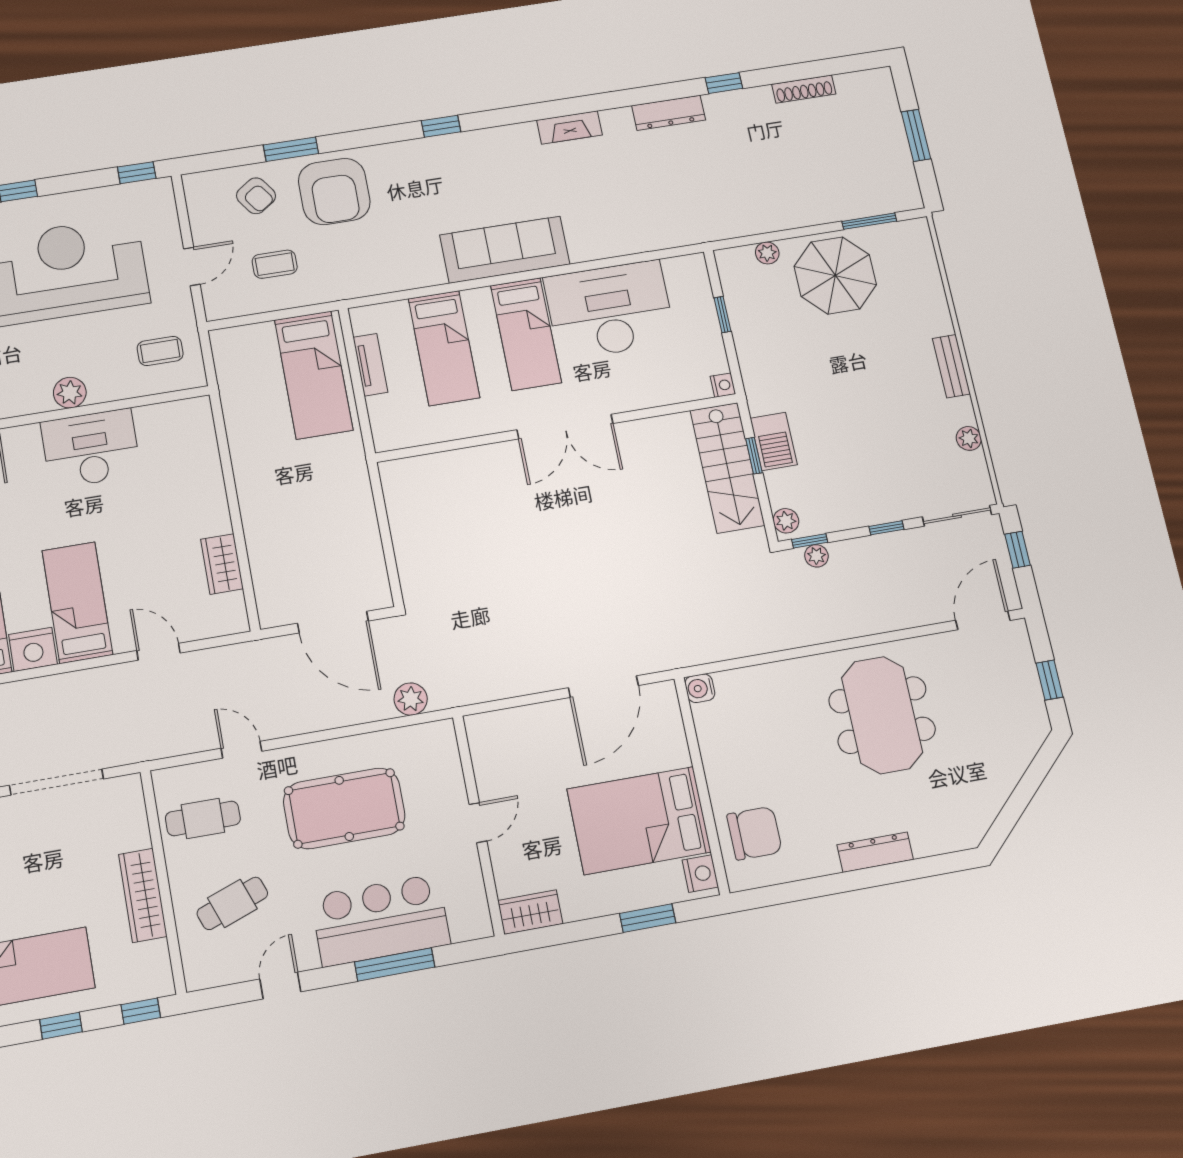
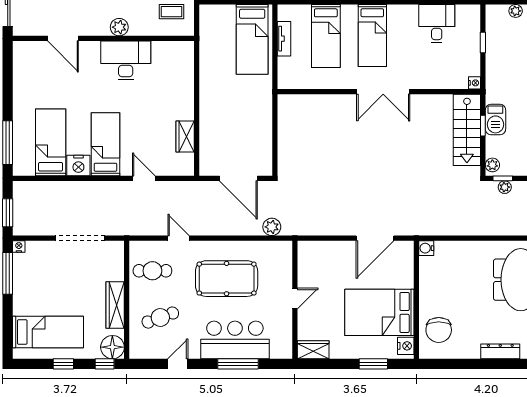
desk: (610, 310) -> (437, 24), width x0.53, depth x0.77
chair: (754, 833) -> (439, 330), turned 90
floor lamp: (151, 976) -> (112, 347), added

